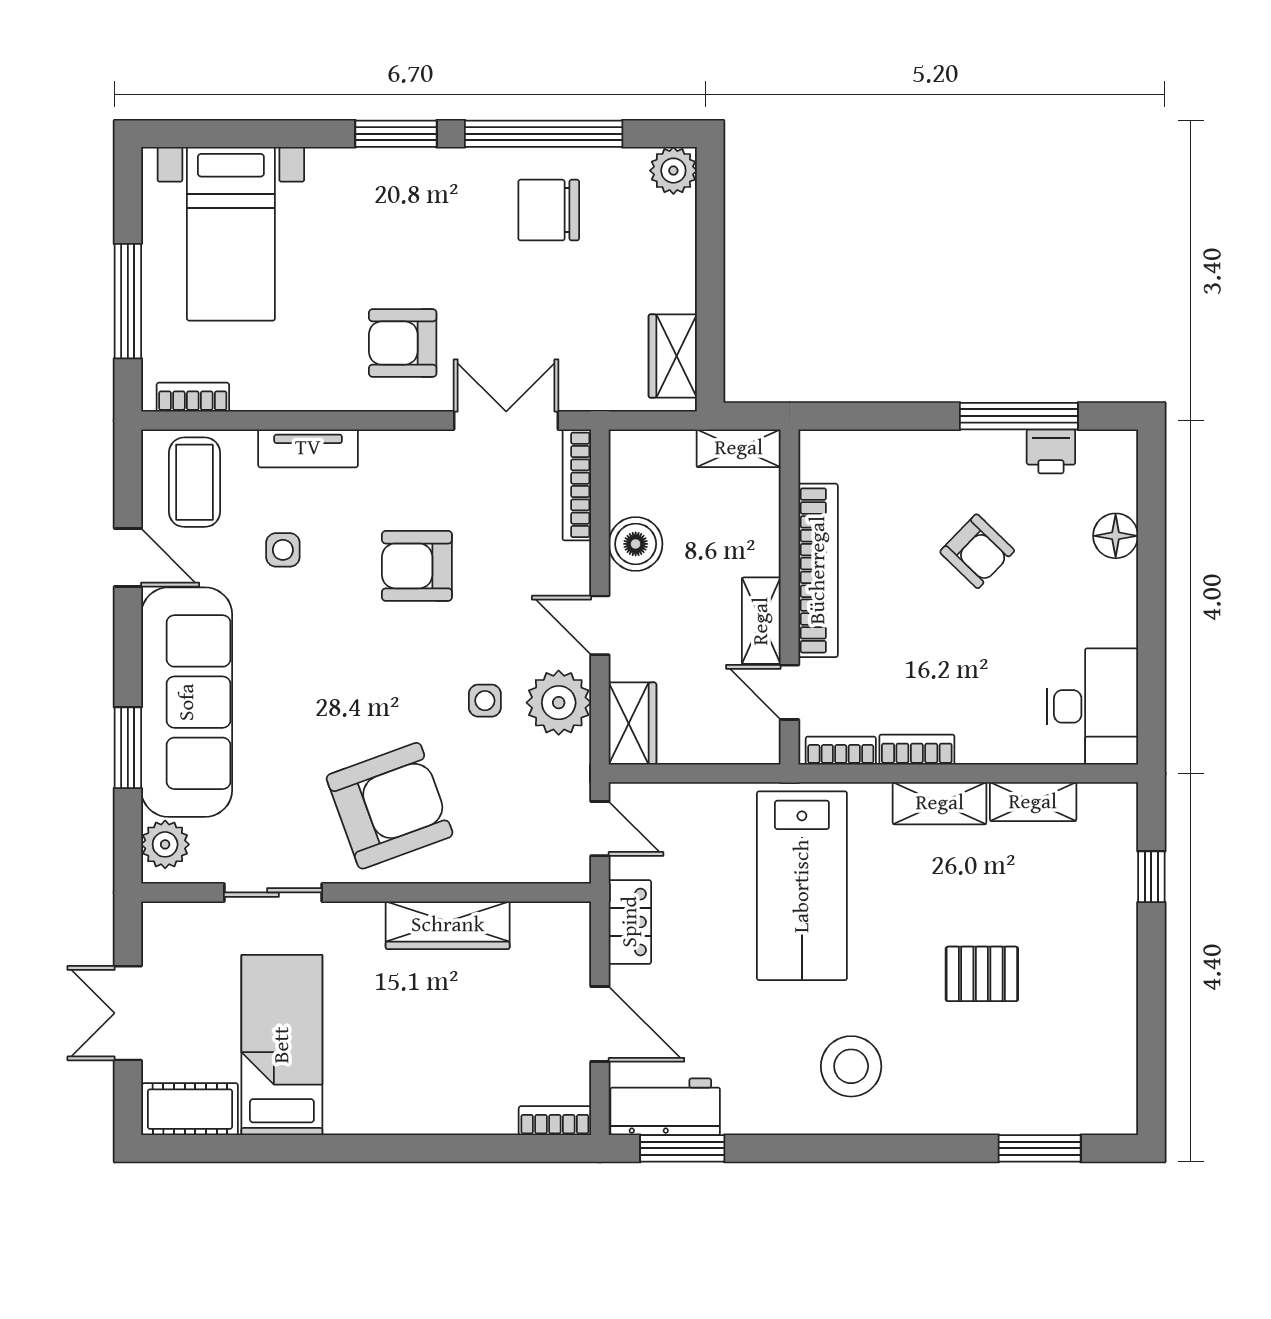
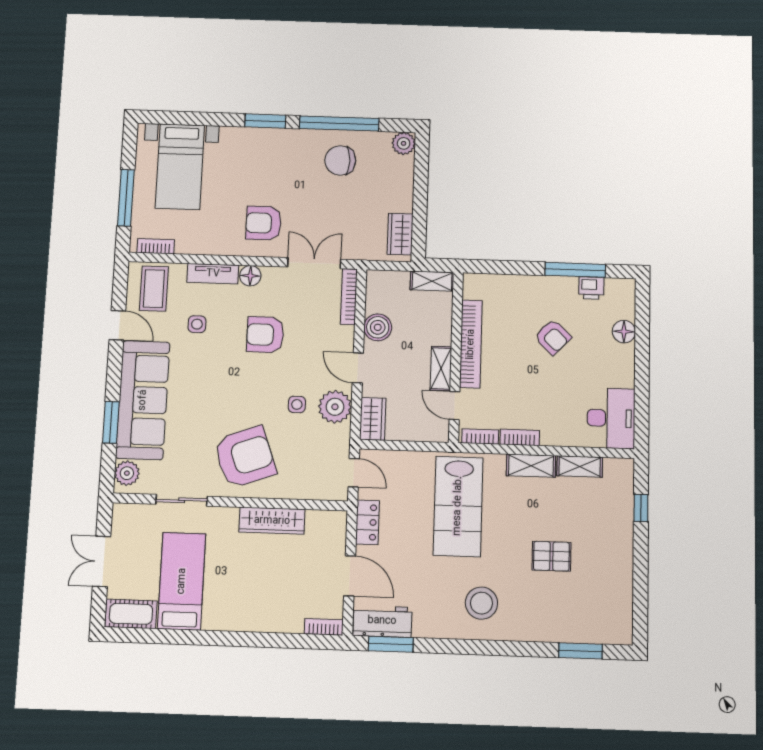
floor lamp: (382, 450) -> (250, 276), added

